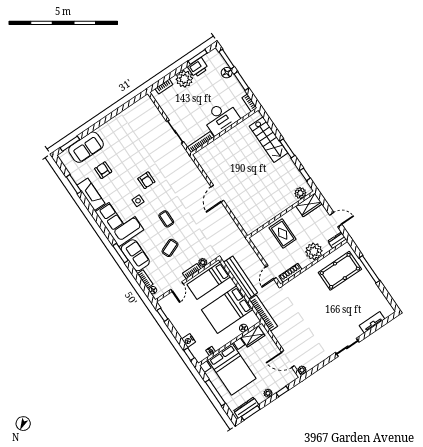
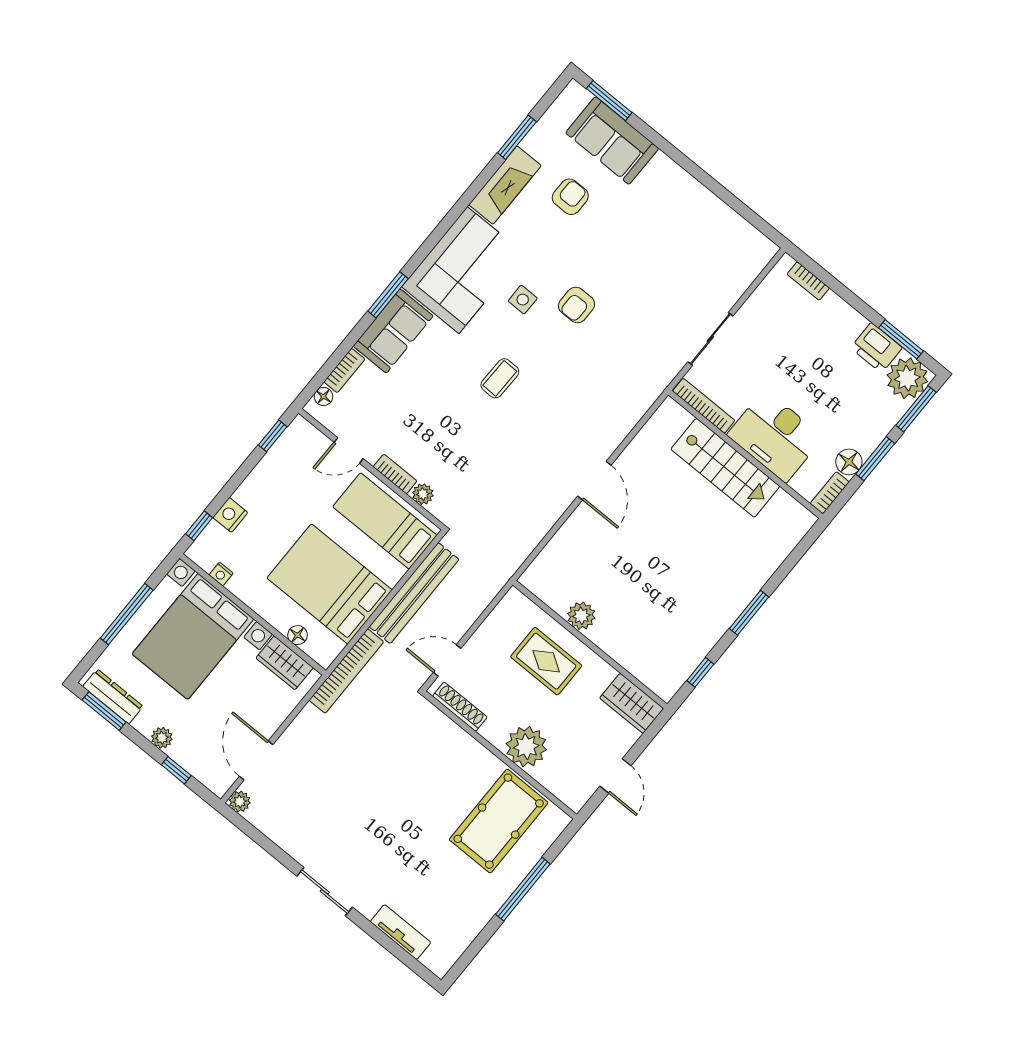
floor lamp: (227, 73) -> (849, 462), moved
plant: (184, 79) -> (907, 378), moved
stairs: (269, 140) -> (725, 468), moved, turned -90
plant: (300, 193) -> (581, 616), moved
door: (217, 194) -> (594, 481), swing flipped
rug: (283, 234) -> (546, 661), turned 90
dresser: (337, 240) -> (569, 793), removed
coffee table: (170, 248) -> (435, 407), removed
pool table: (340, 271) -> (499, 821), turned 90

